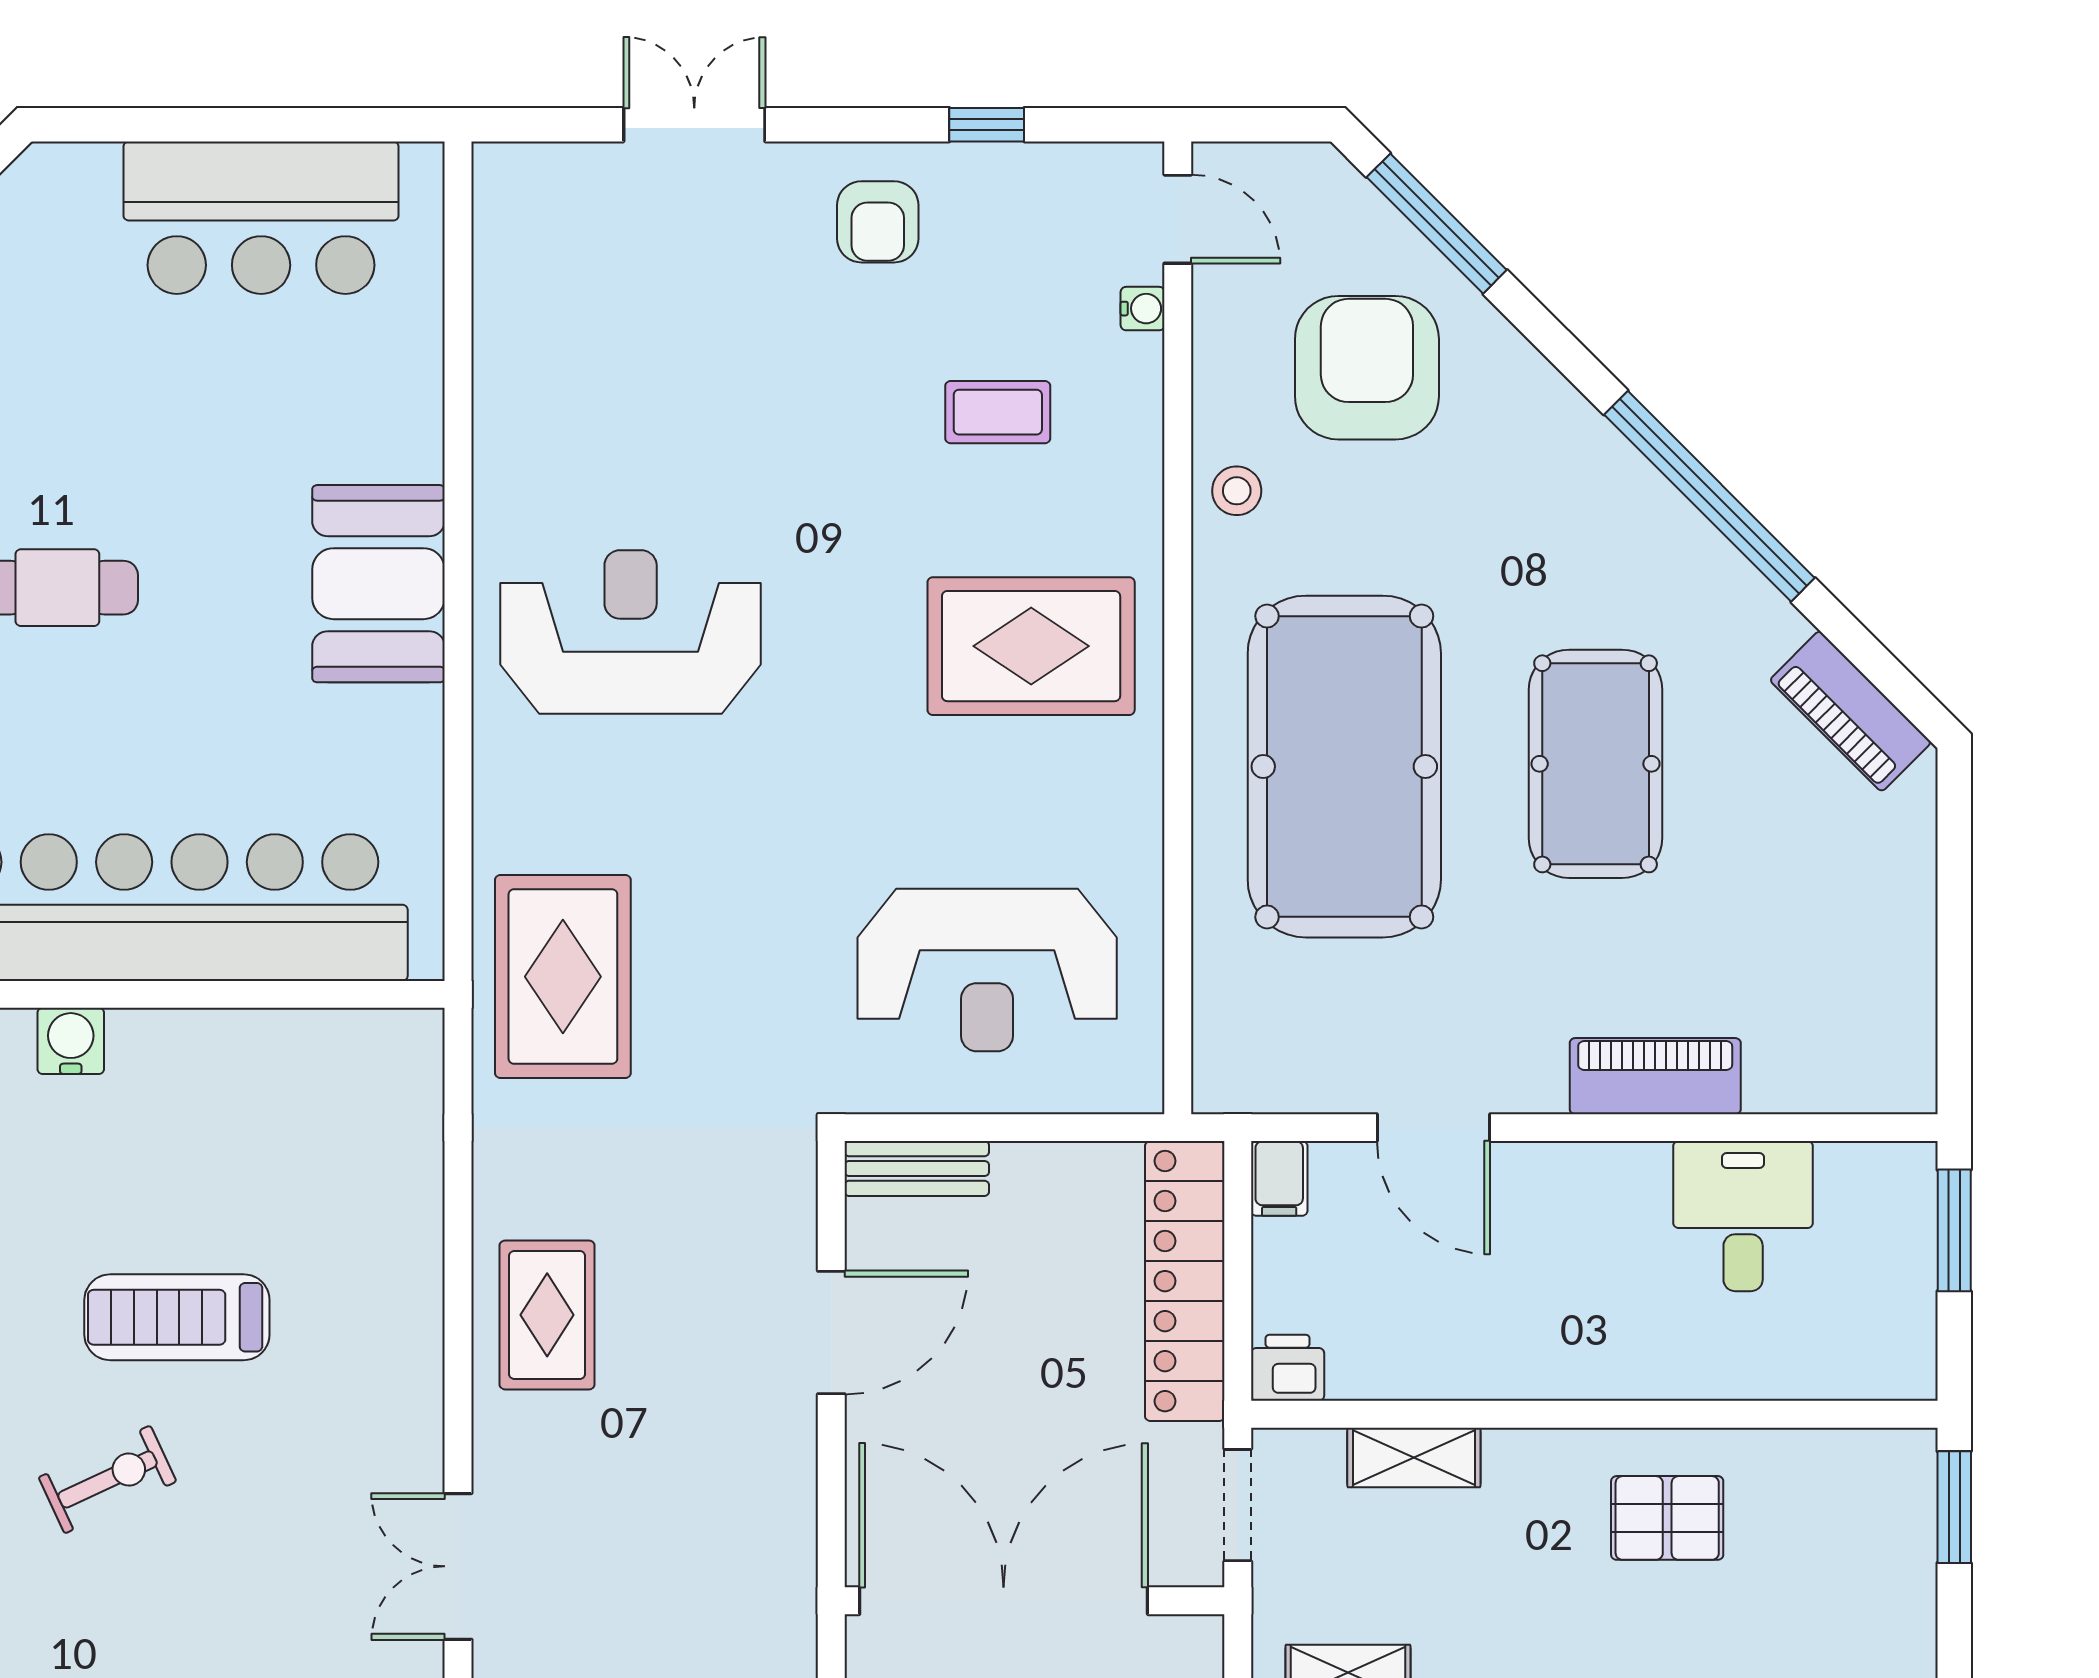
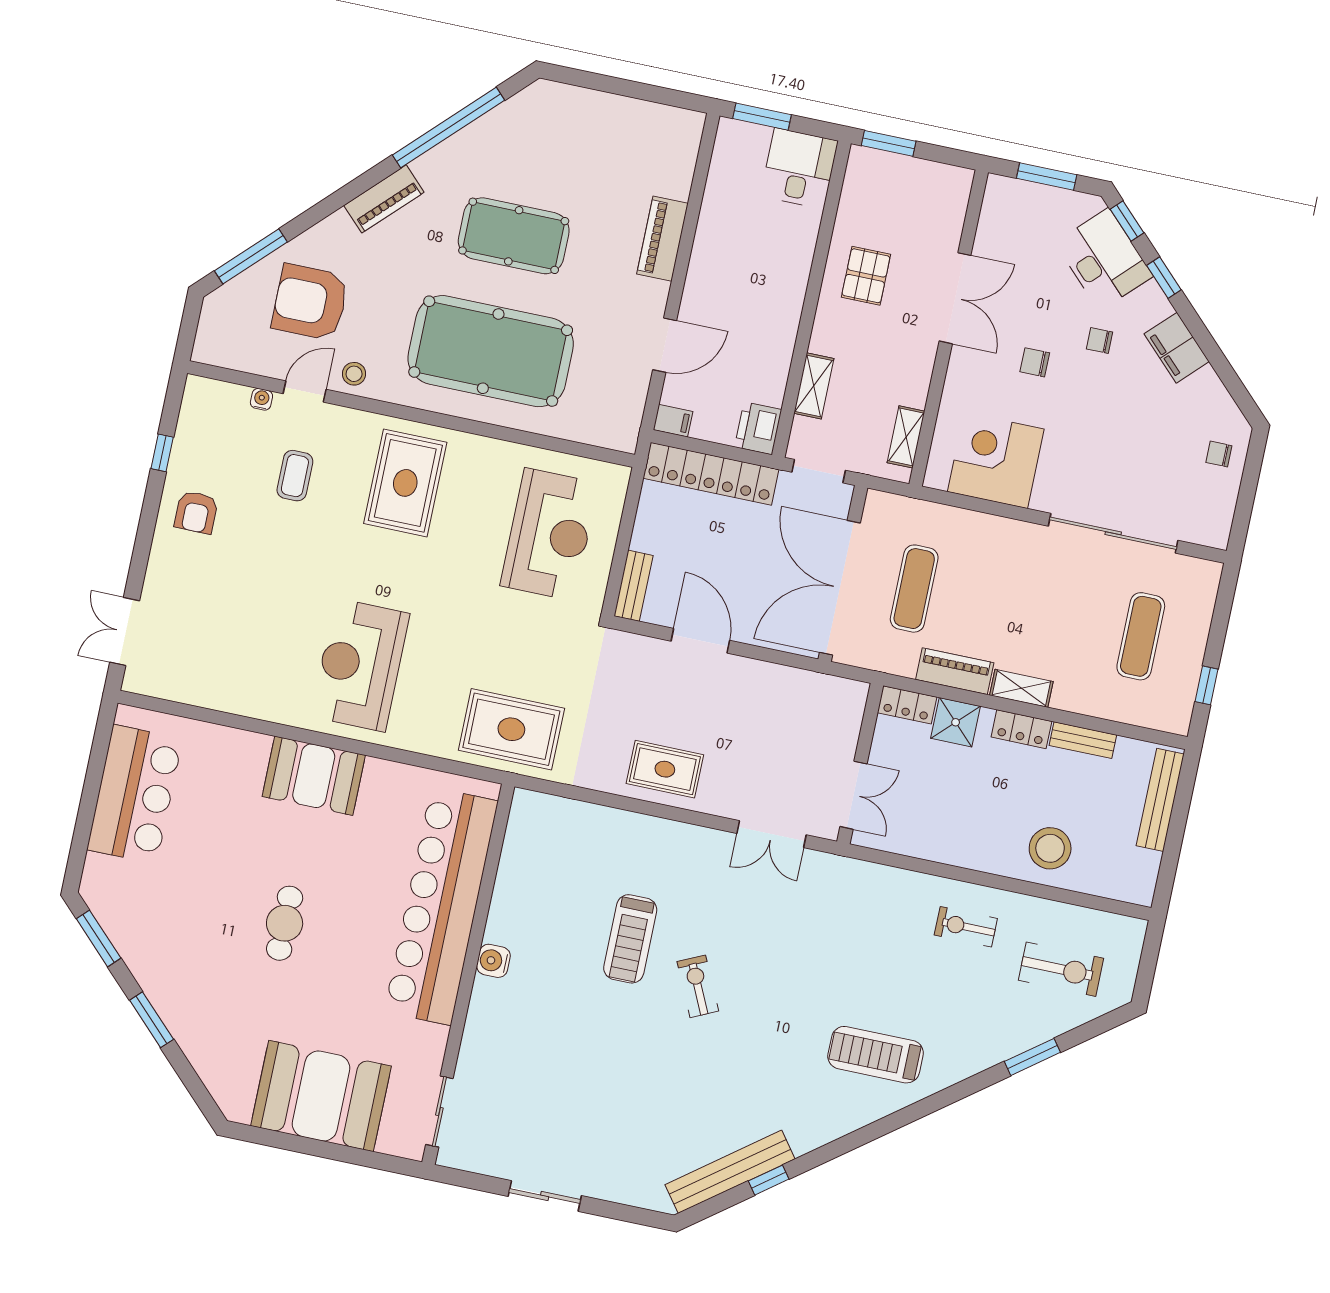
double door: (694, 125) -> (125, 631), moved
door: (1178, 219) -> (305, 392), moved
armchair: (878, 222) -> (196, 512), turned 90
window: (1709, 496) -> (449, 128), moved
piano: (1850, 711) -> (384, 199), moved
desk: (1743, 1216) -> (799, 168), moved, turned 90
printer: (1288, 1368) -> (758, 428), width x1.36, depth x1.24

